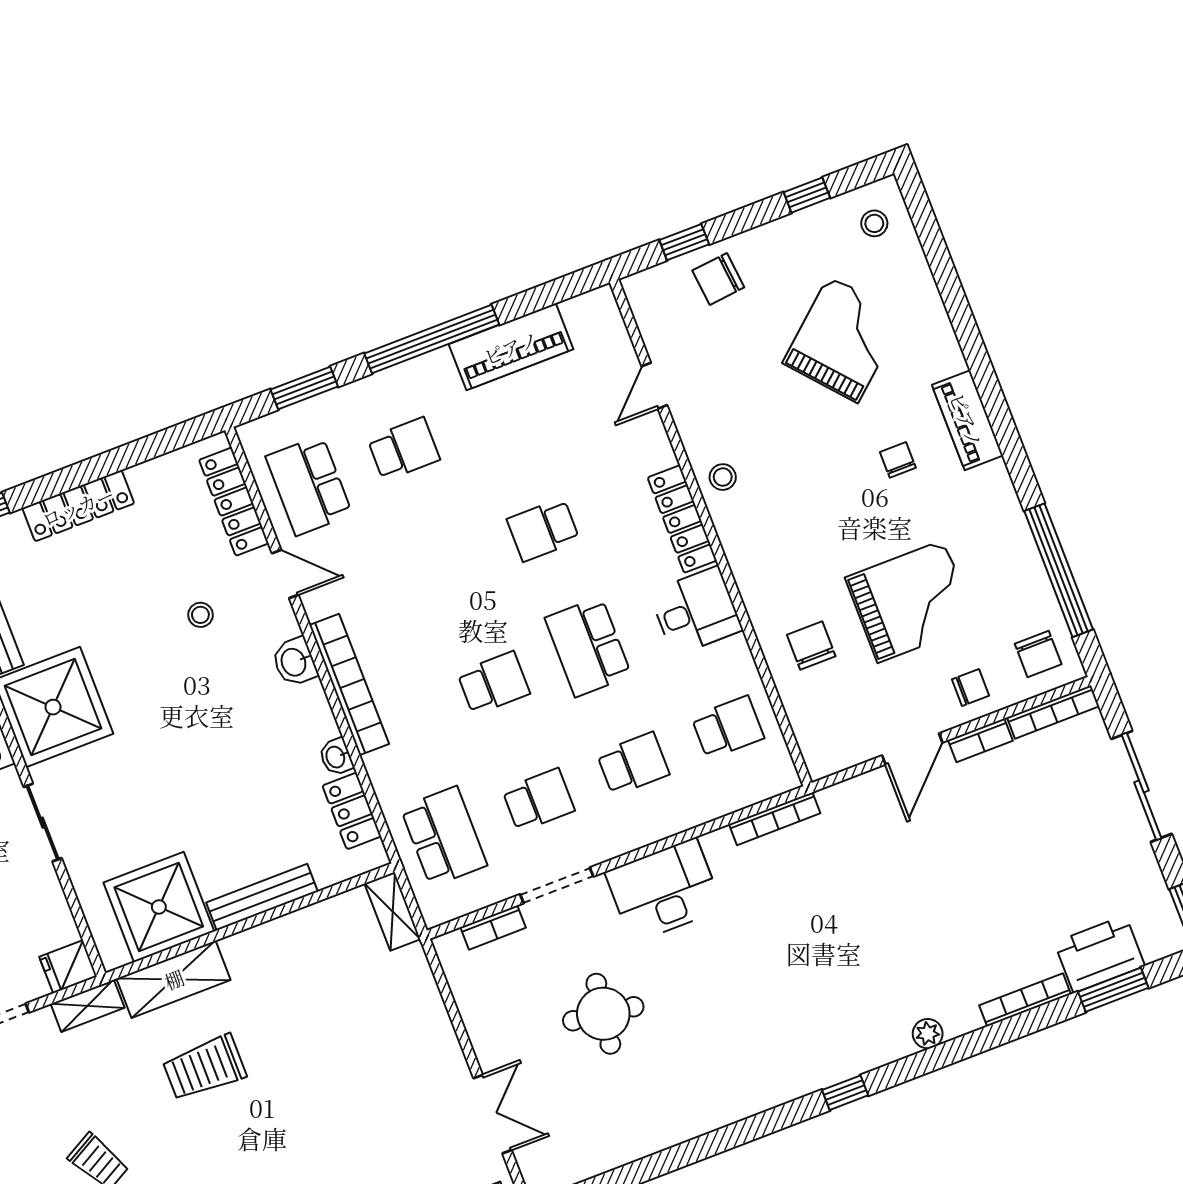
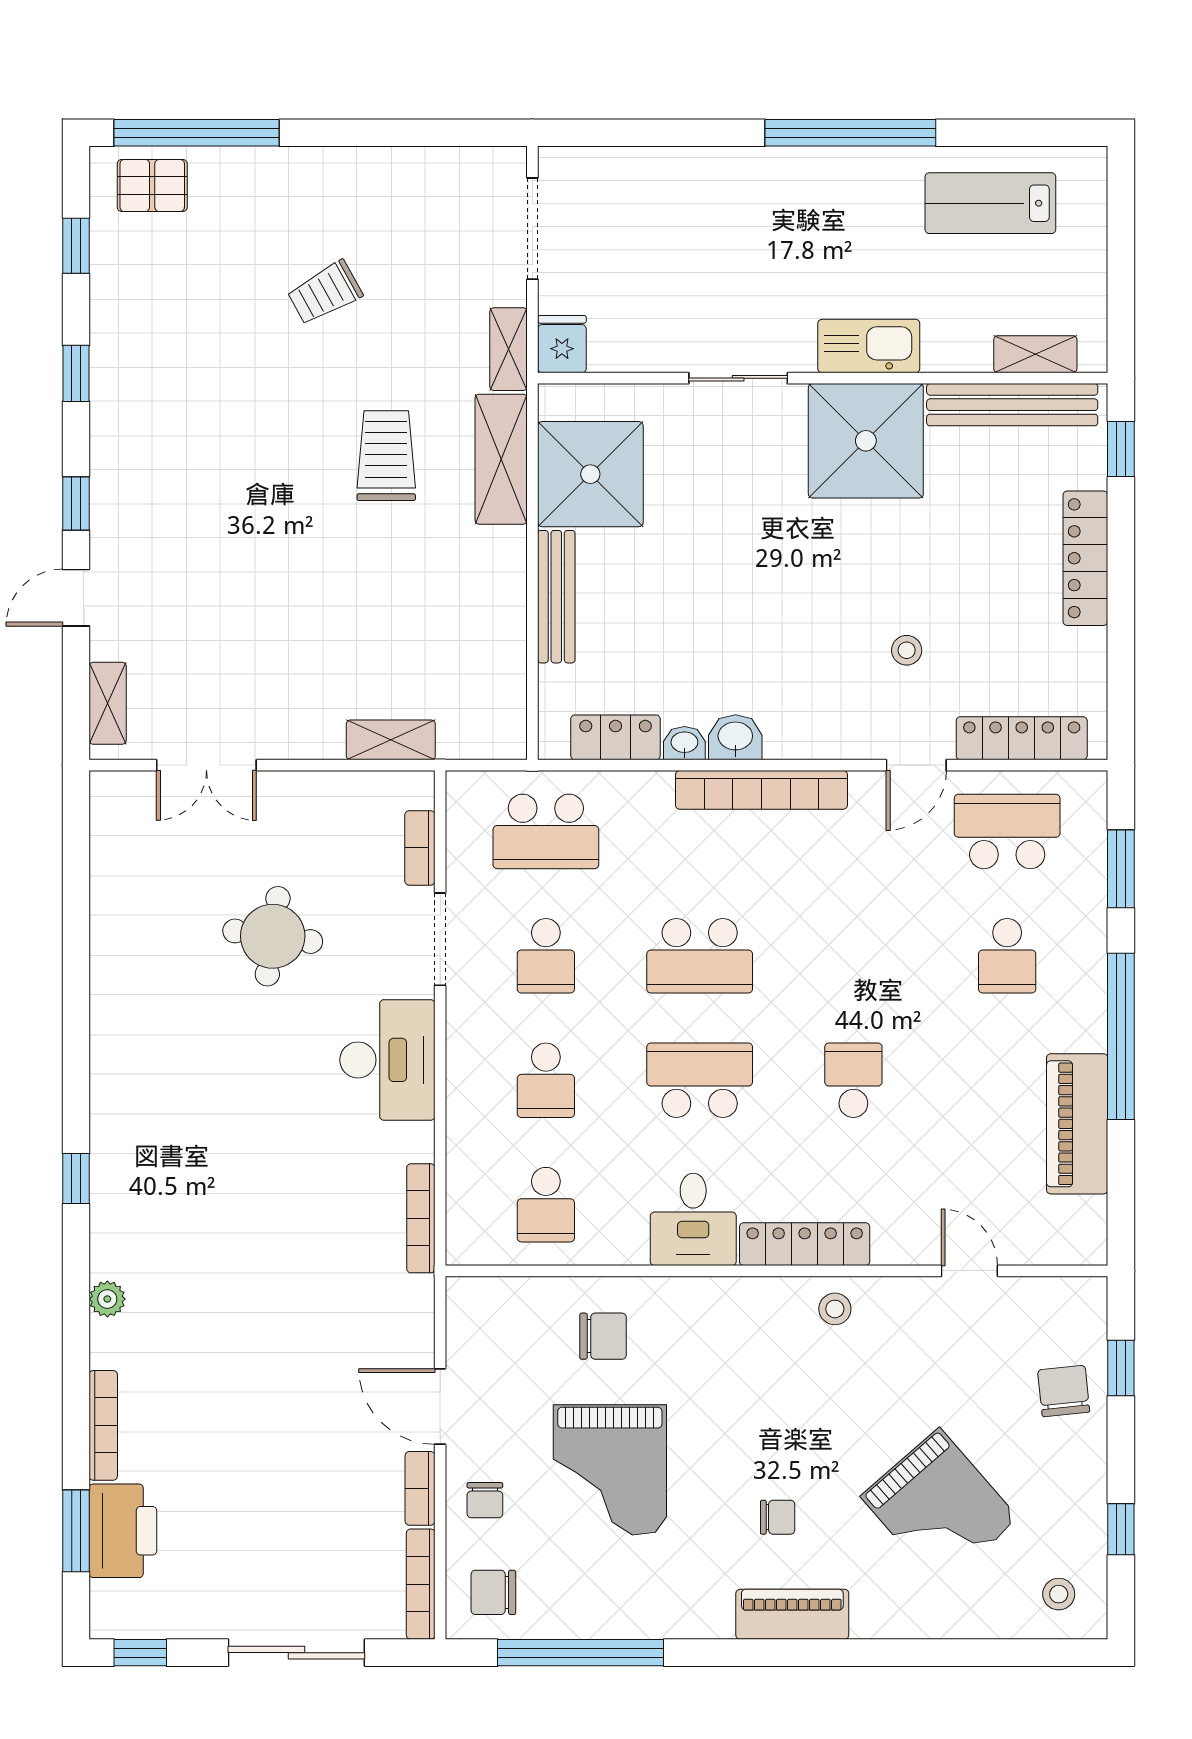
washbasin: (295, 662) -> (735, 737), moved
school desk: (493, 683) -> (700, 956), width x1.85
shelving: (393, 911) -> (391, 740), moved

